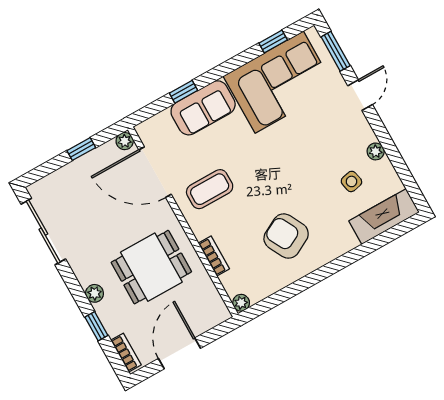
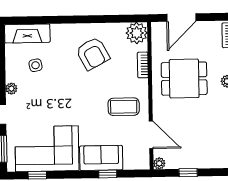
plant: (376, 151) -> (11, 89), moved
door: (155, 172) -> (151, 135), width x0.73
plant: (241, 303) -> (137, 33), width x1.87, depth x1.87
door: (180, 353) -> (181, 18), moved

